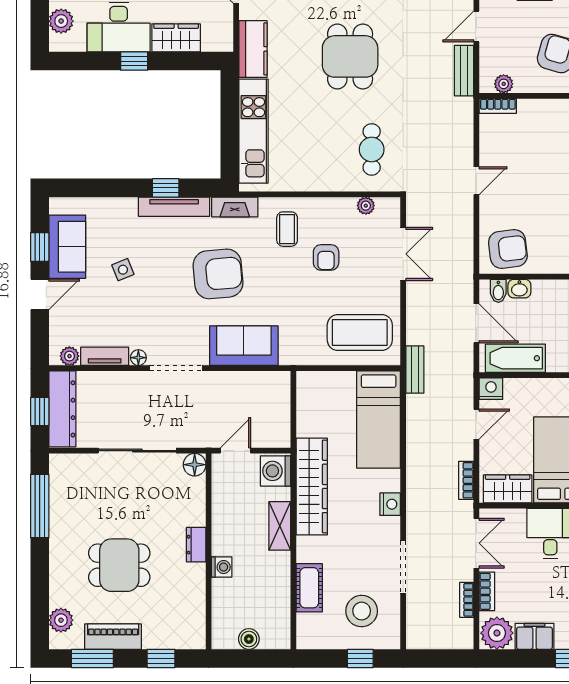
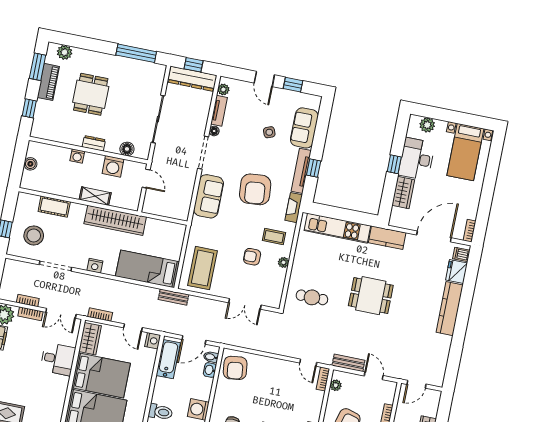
door: (476, 181) -> (308, 363), moved
plant: (366, 206) -> (284, 262), moved
sofa: (67, 247) -> (304, 128), moved, turned 90
floor lamp: (195, 465) -> (127, 149), moved
washing machine: (275, 471) -> (113, 166), moved, turned 180

